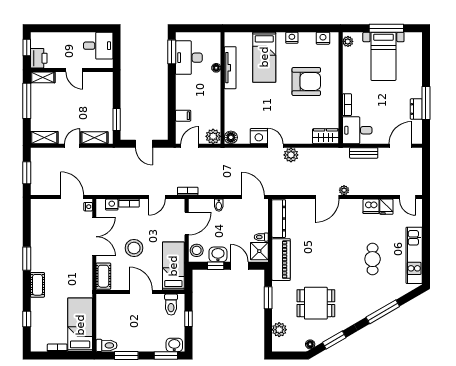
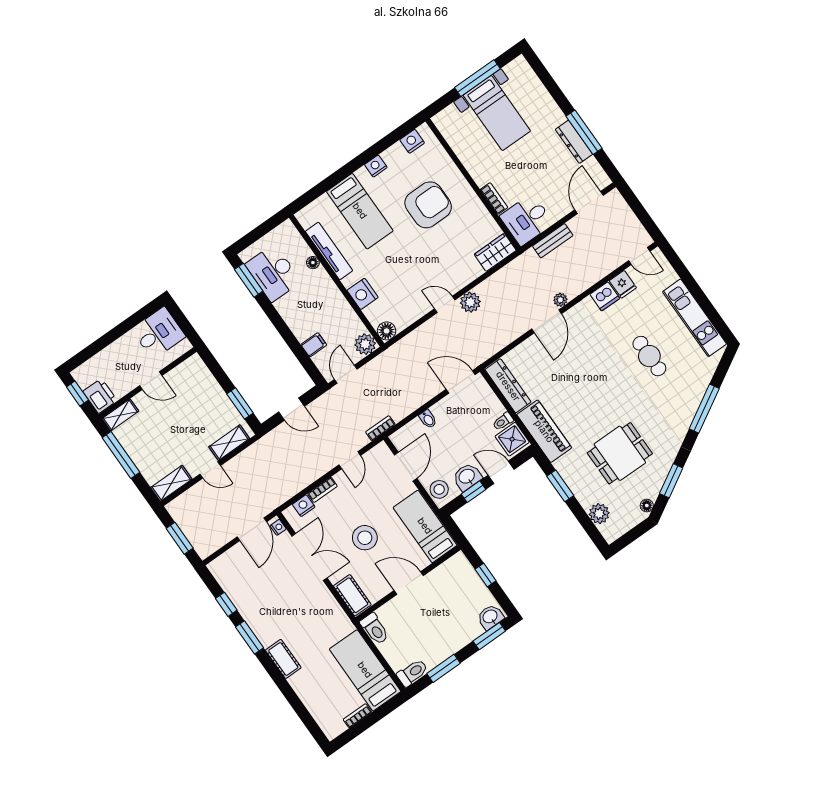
plant: (348, 41) -> (443, 125), removed
dresser: (416, 109) -> (574, 142), width x1.44
nightstand: (259, 136) -> (363, 294), moved, turned 90
door: (72, 146) -> (210, 470), swing flipped
door: (72, 197) -> (252, 529), swing flipped
toilet: (171, 305) -> (375, 629), moved
window: (27, 319) -> (226, 604), moved

